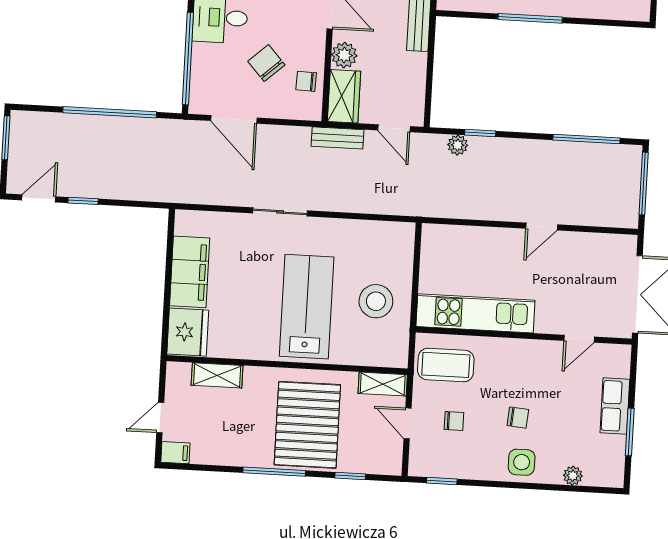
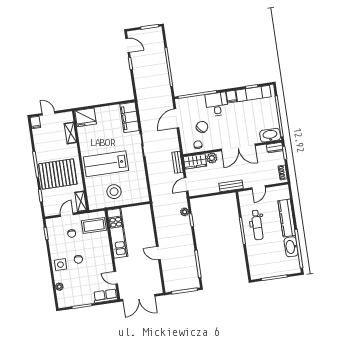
filing cabinet: (190, 272) -> (129, 117), moved, turned 90
lab bench: (307, 307) -> (106, 164), turned 180
coffee table: (446, 365) -> (94, 225), turned 90
row of seats: (615, 406) -> (105, 296), moved

